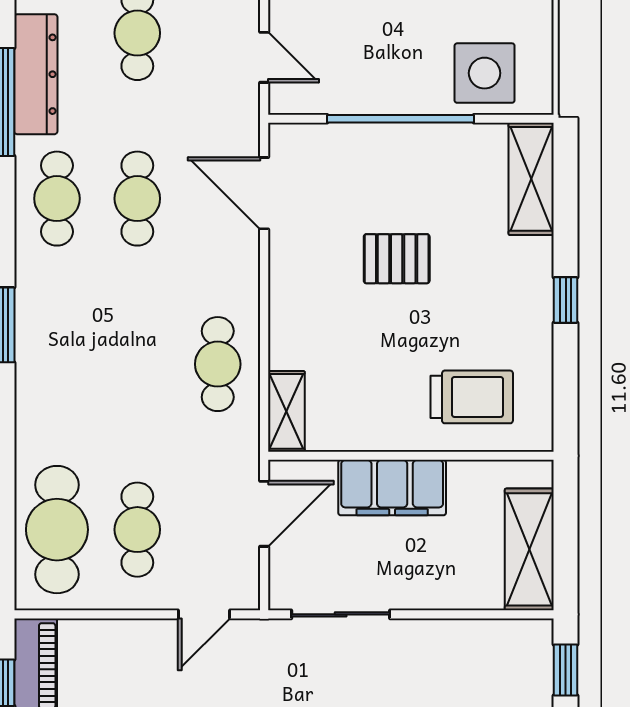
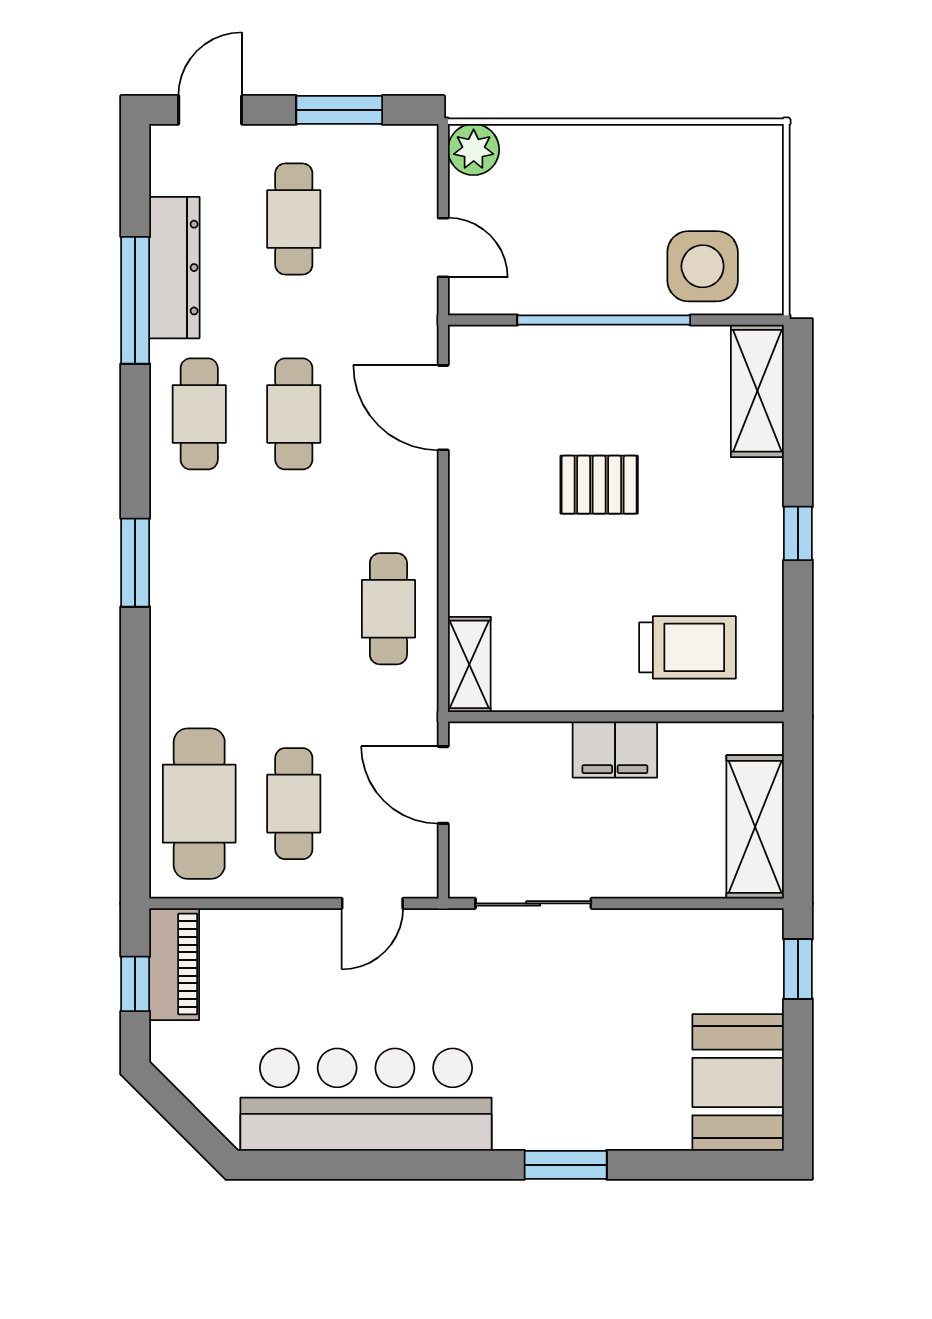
filing cabinet: (392, 488) -> (615, 749), width x0.67, depth x0.86
door: (264, 514) -> (443, 785), swing flipped

